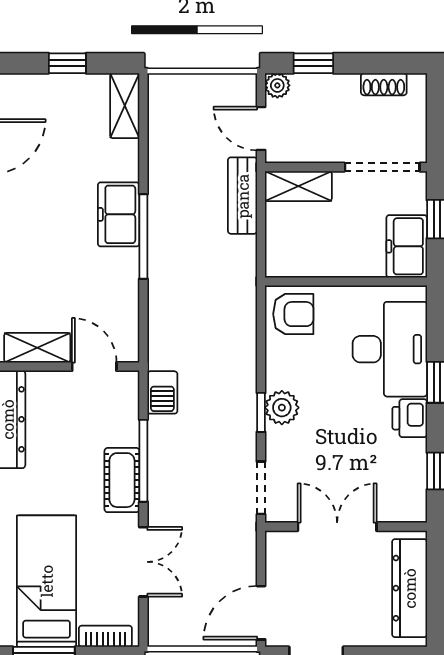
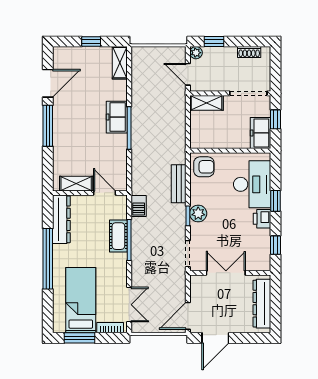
bench: (243, 196) -> (179, 184), moved
cot: (122, 480) -> (118, 236), moved
double door: (143, 562) -> (129, 305), moved

